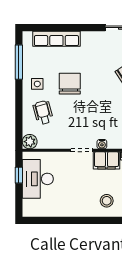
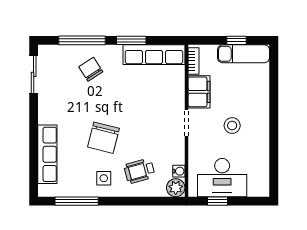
chair: (70, 84) -> (103, 138), turned -76
water cooler: (102, 144) -> (179, 171), moved
stool: (107, 201) -> (232, 126), moved

